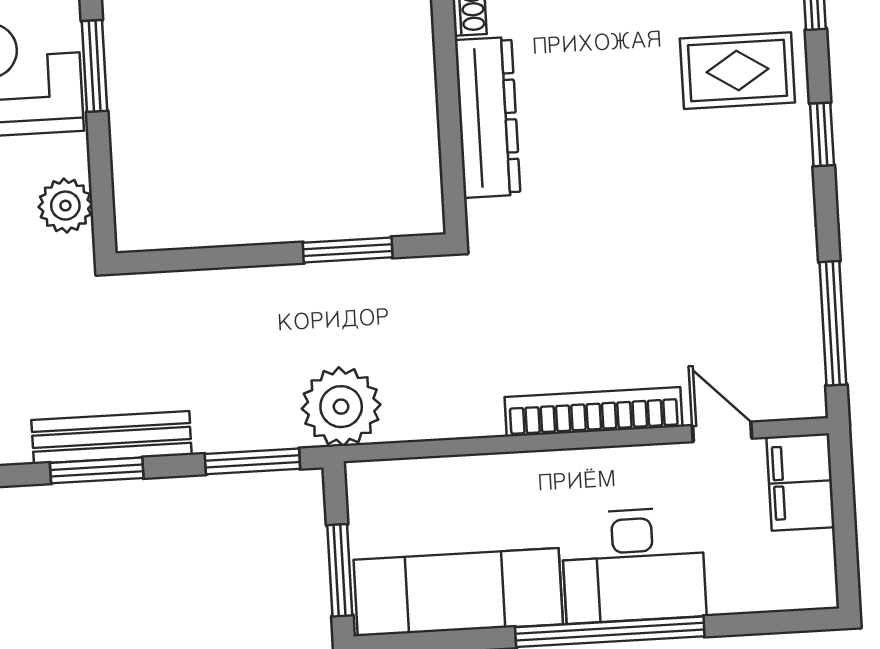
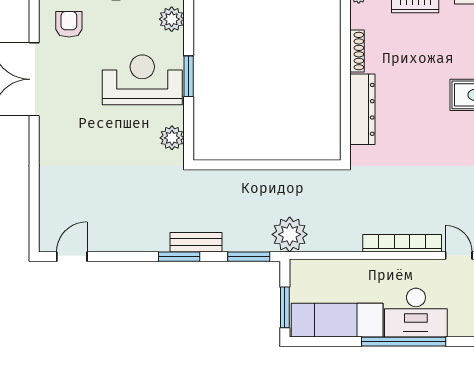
window: (348, 250) -> (297, 165), removed
bench: (112, 437) -> (196, 242), width x0.73

